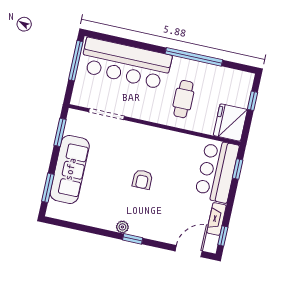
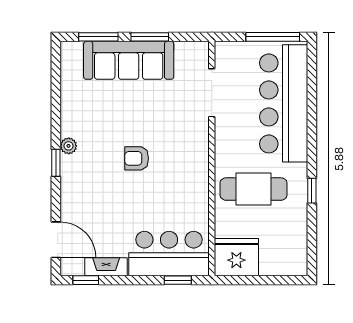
window: (194, 57) -> (312, 191), width x0.32
cafe table: (183, 99) -> (254, 189), width x1.37, depth x1.35
window: (253, 101) -> (271, 280), removed
window: (60, 132) -> (150, 37), moved

